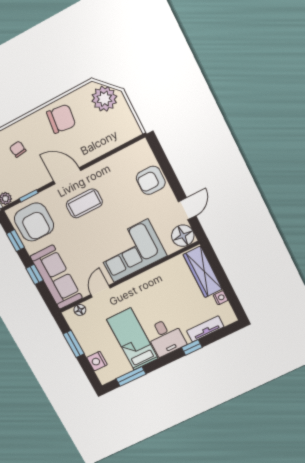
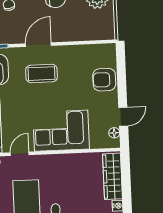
door: (67, 176) -> (38, 45), hinge flipped
floor lamp: (183, 236) -> (114, 133), width x0.53, depth x0.53

